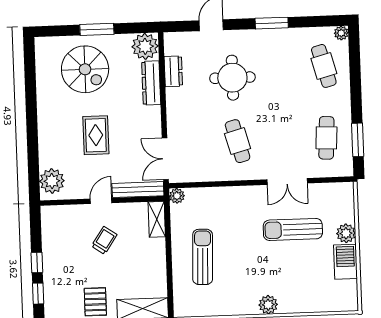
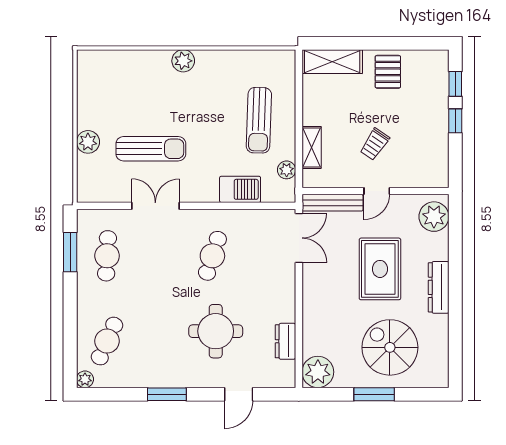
cafe table: (324, 66) -> (107, 341), turned 39
dresser: (151, 83) -> (439, 287), moved, turned 180
rug: (96, 135) -> (380, 269), width x1.36, depth x1.43
cafe table: (238, 141) -> (212, 256), turned 33
plant: (177, 196) -> (287, 170), moved
shelving: (157, 219) -> (312, 147), moved
barbecue: (345, 262) -> (240, 189), moved, turned -90

